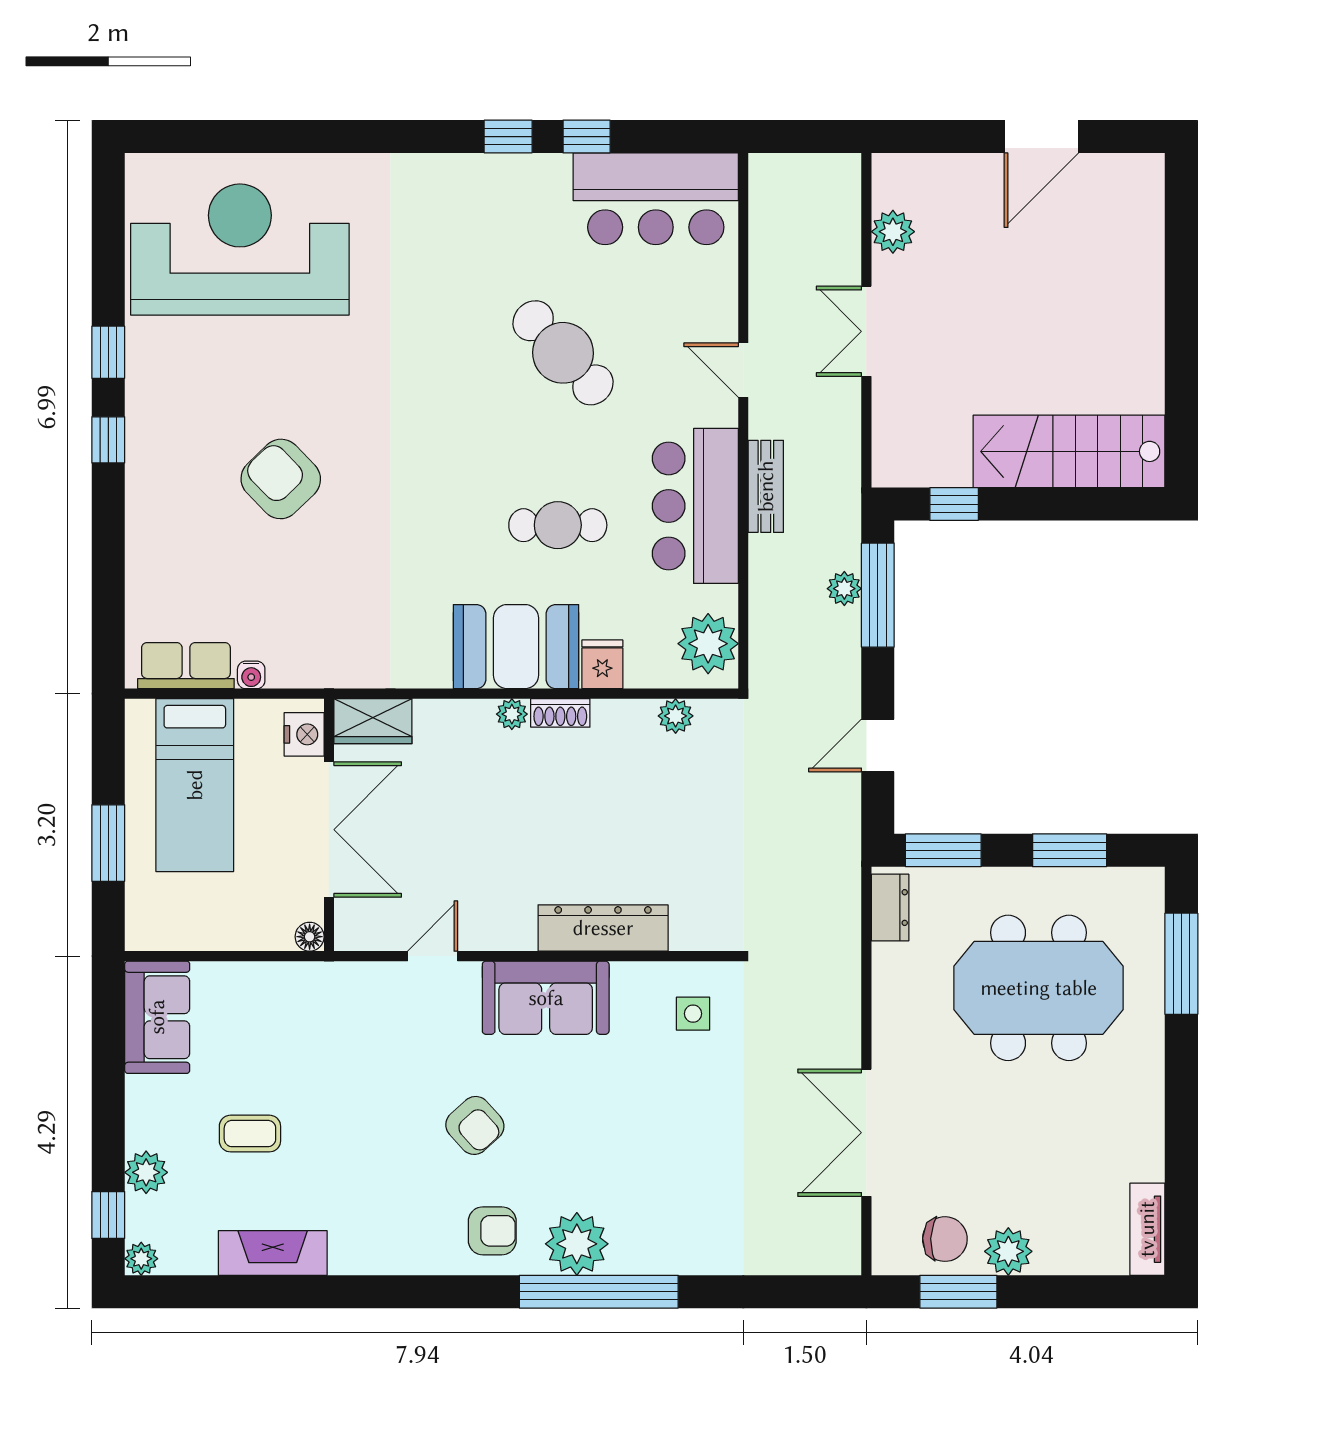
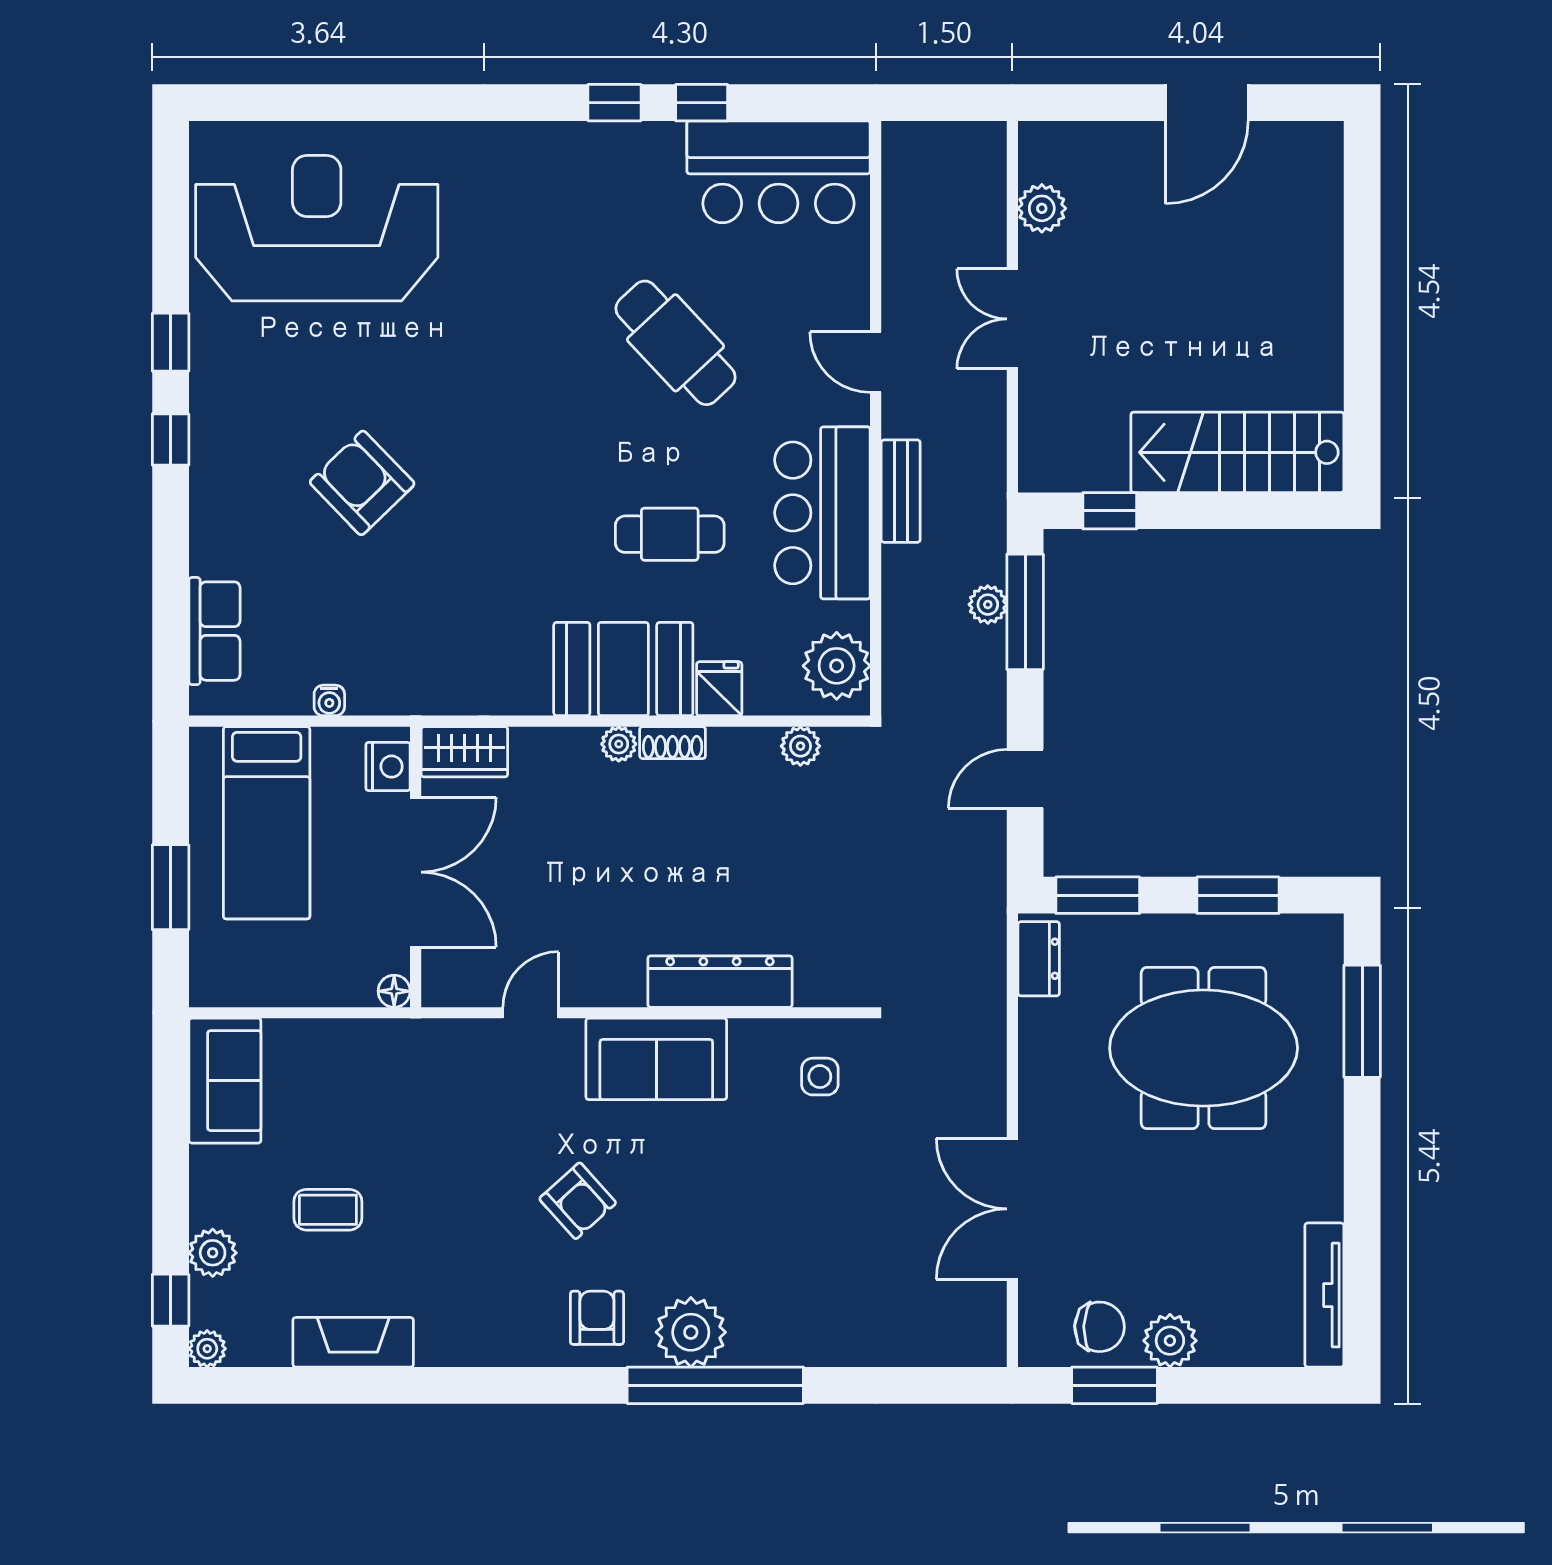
row of seats: (186, 666) -> (214, 631), moved, turned 90
tv unit: (1147, 1229) -> (1324, 1295), width x1.41
armchair: (492, 1231) -> (597, 1318), turned -90

